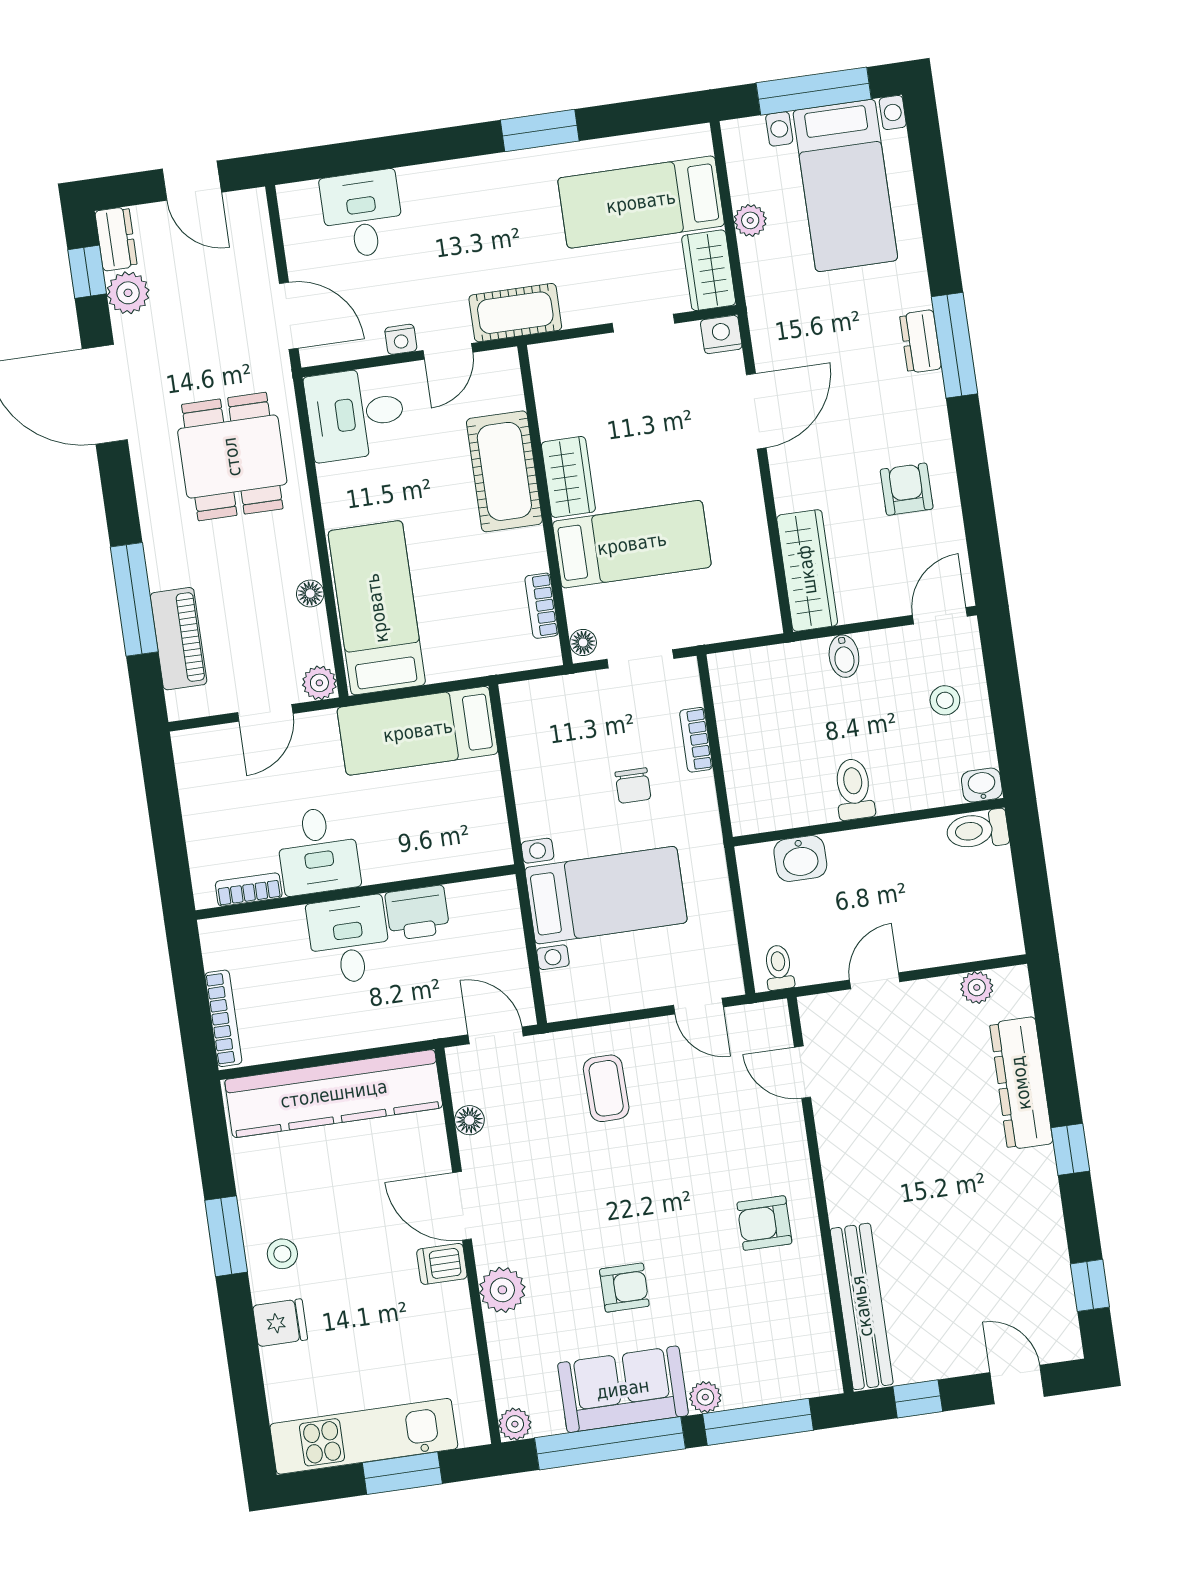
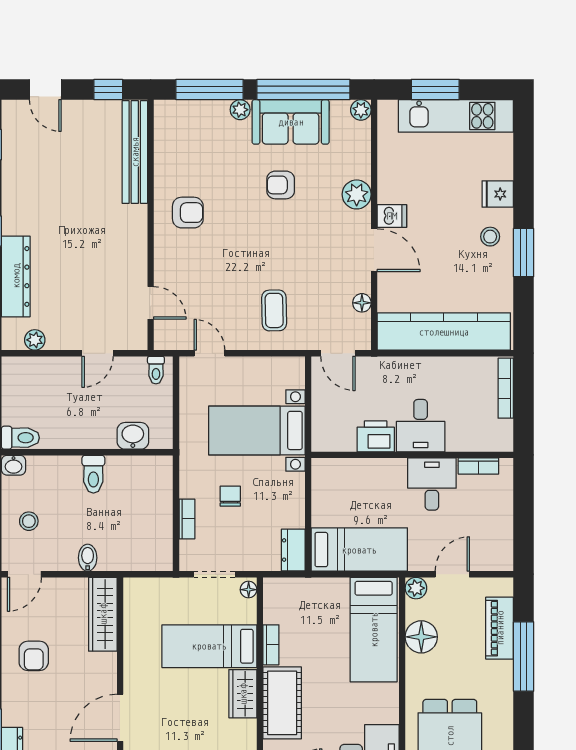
floor lamp: (310, 594) -> (421, 637), width x1.89, depth x1.89
bookcase: (542, 606) -> (271, 645), moved
dresser: (521, 715) -> (293, 550), added

